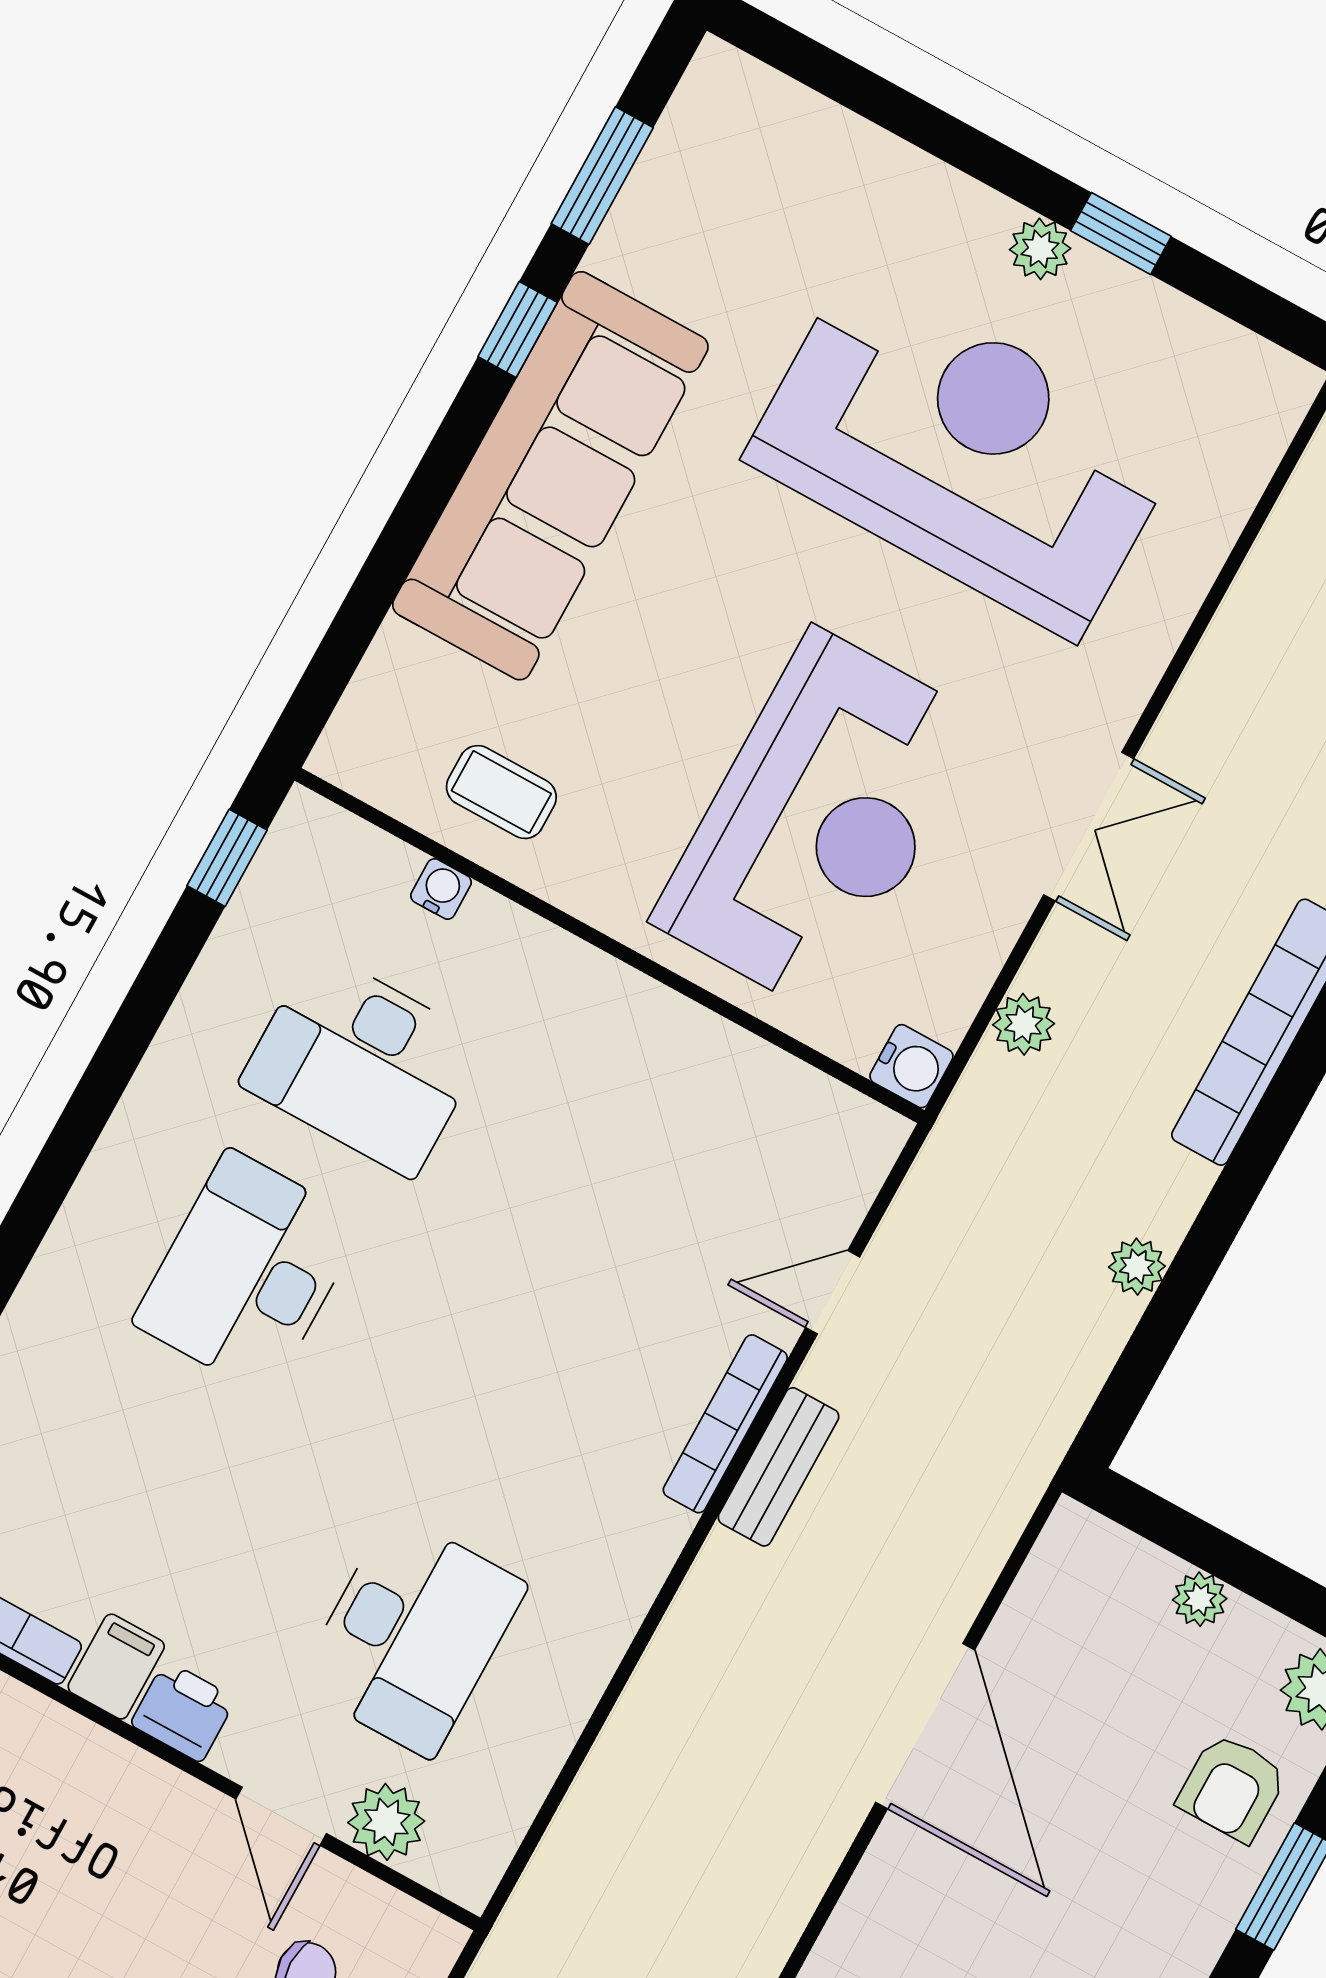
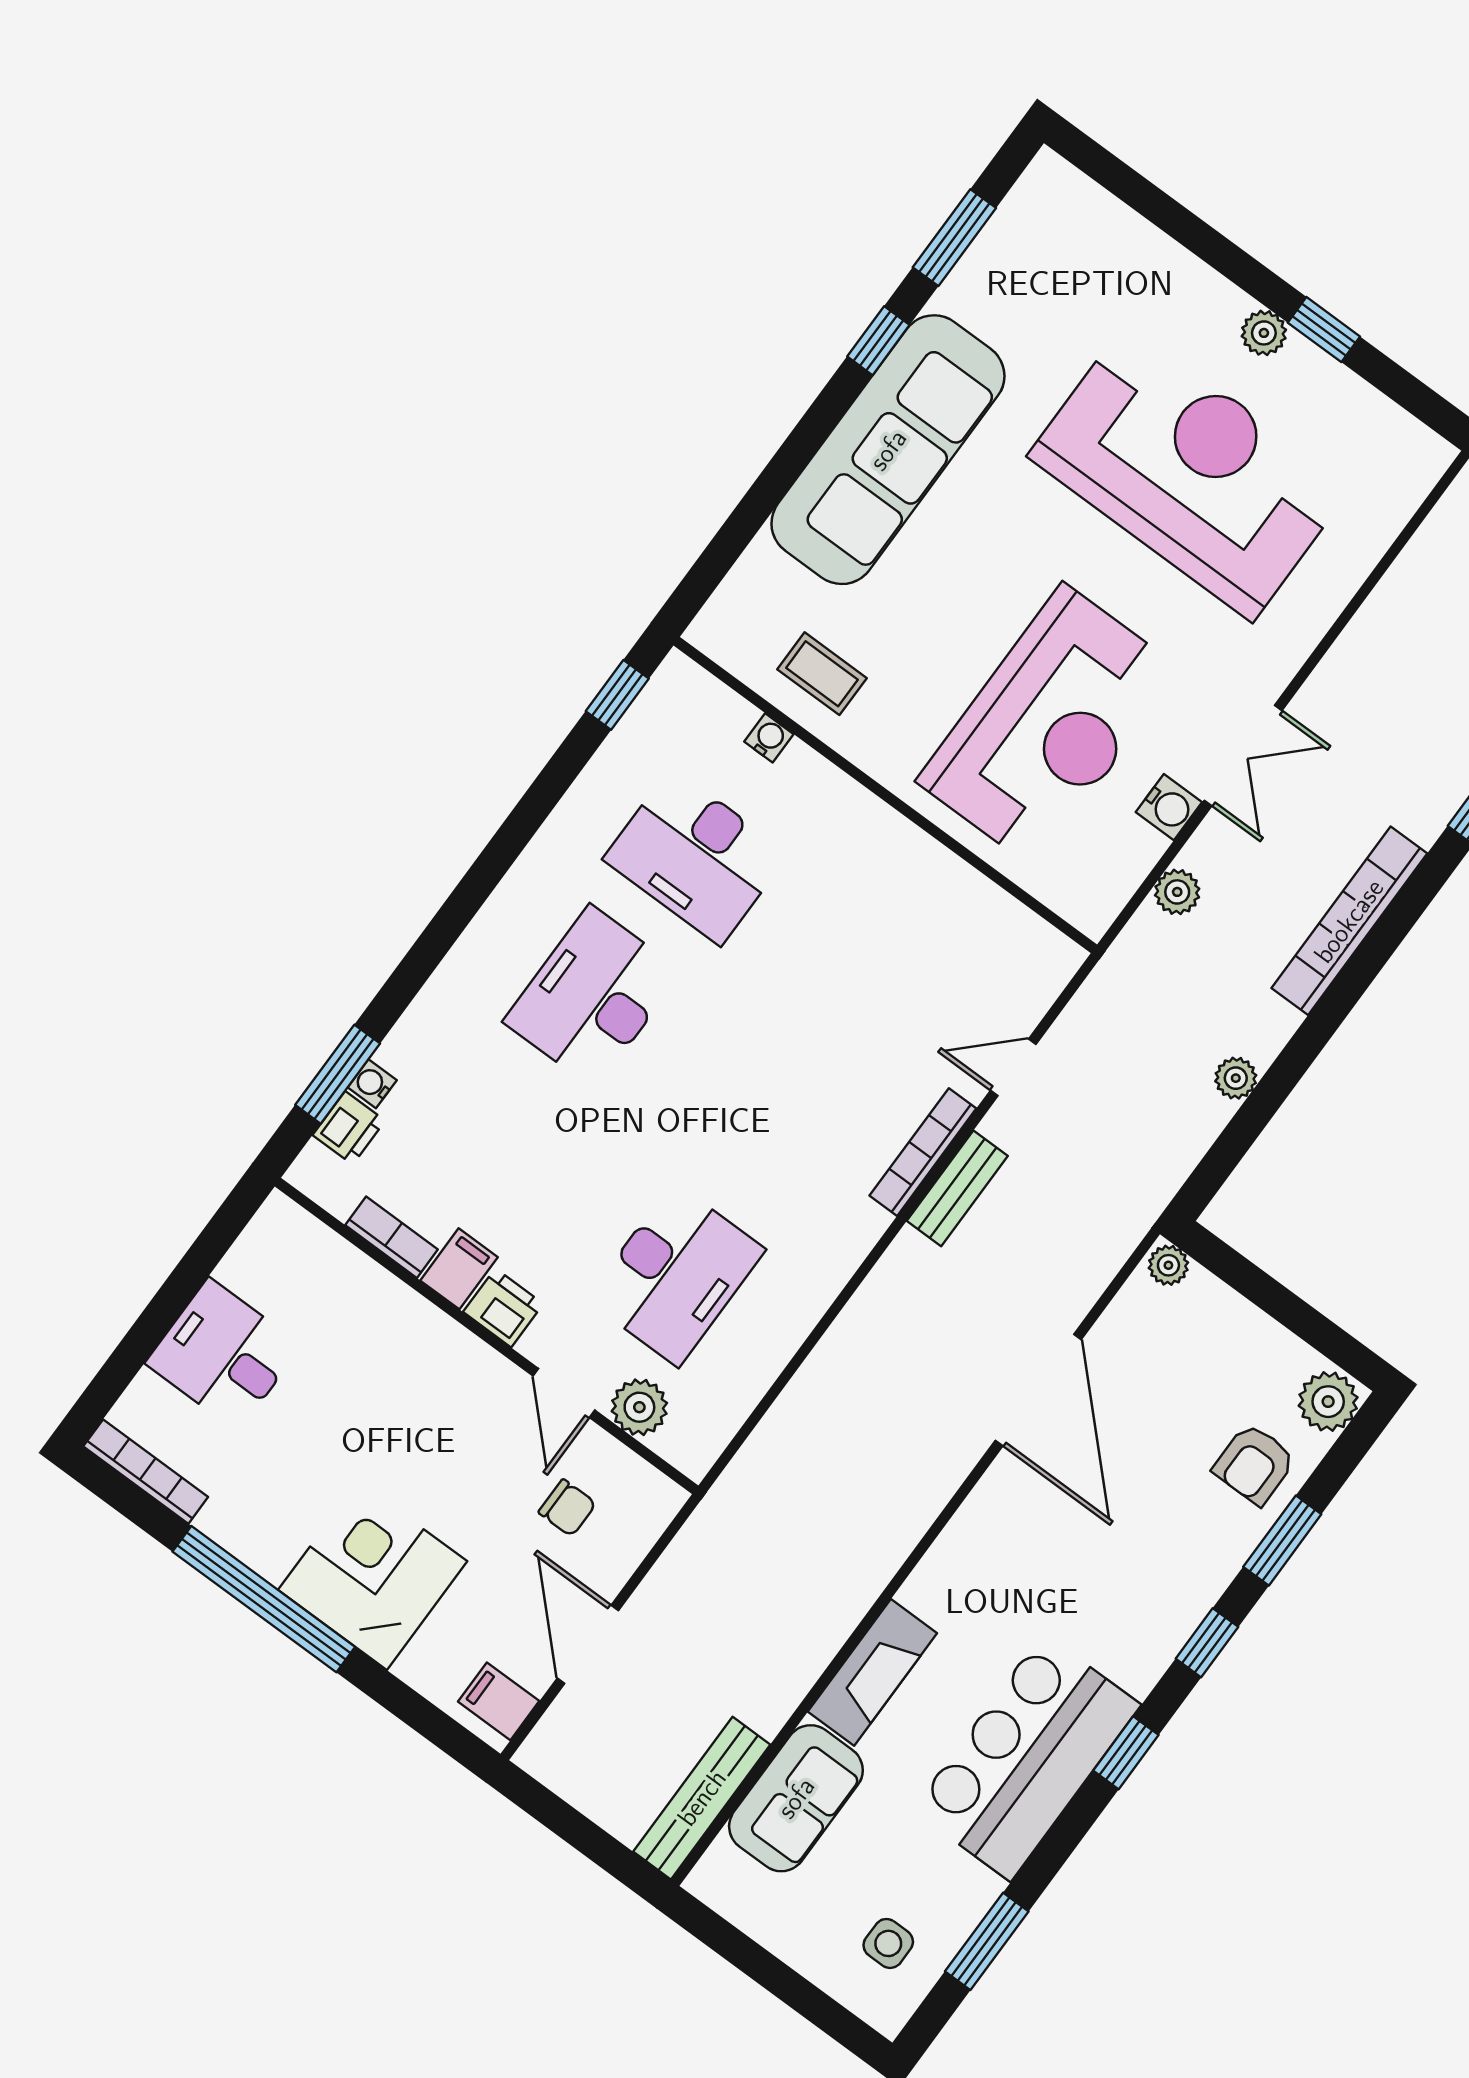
water cooler: (911, 1066) -> (1169, 807), moved
plant: (1200, 1599) -> (1168, 1265), moved

